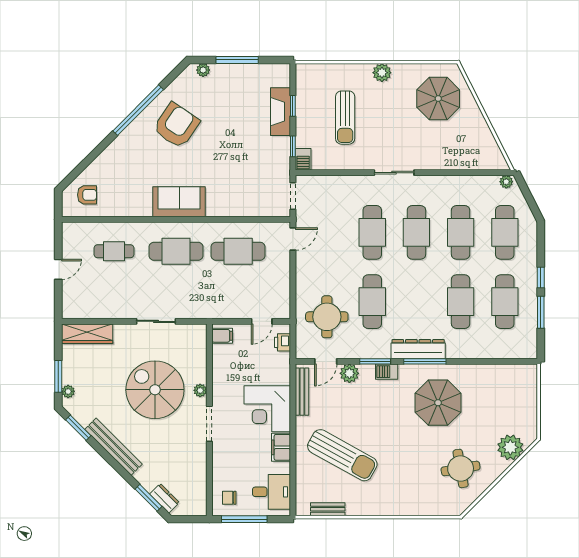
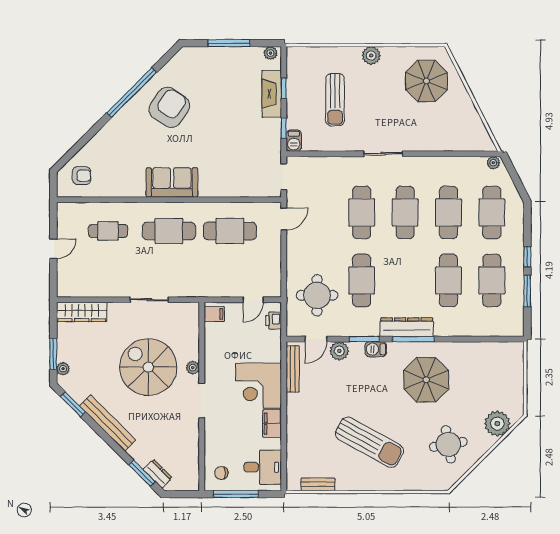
plant: (203, 70) -> (271, 53), moved
sun lounger: (342, 455) -> (369, 442), moved

